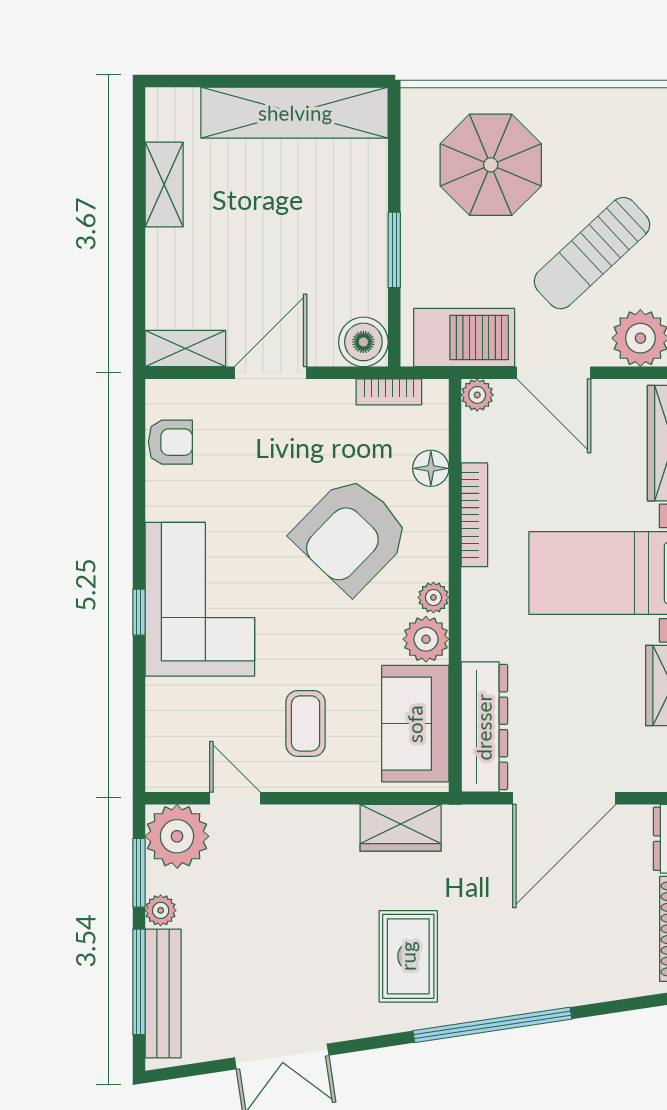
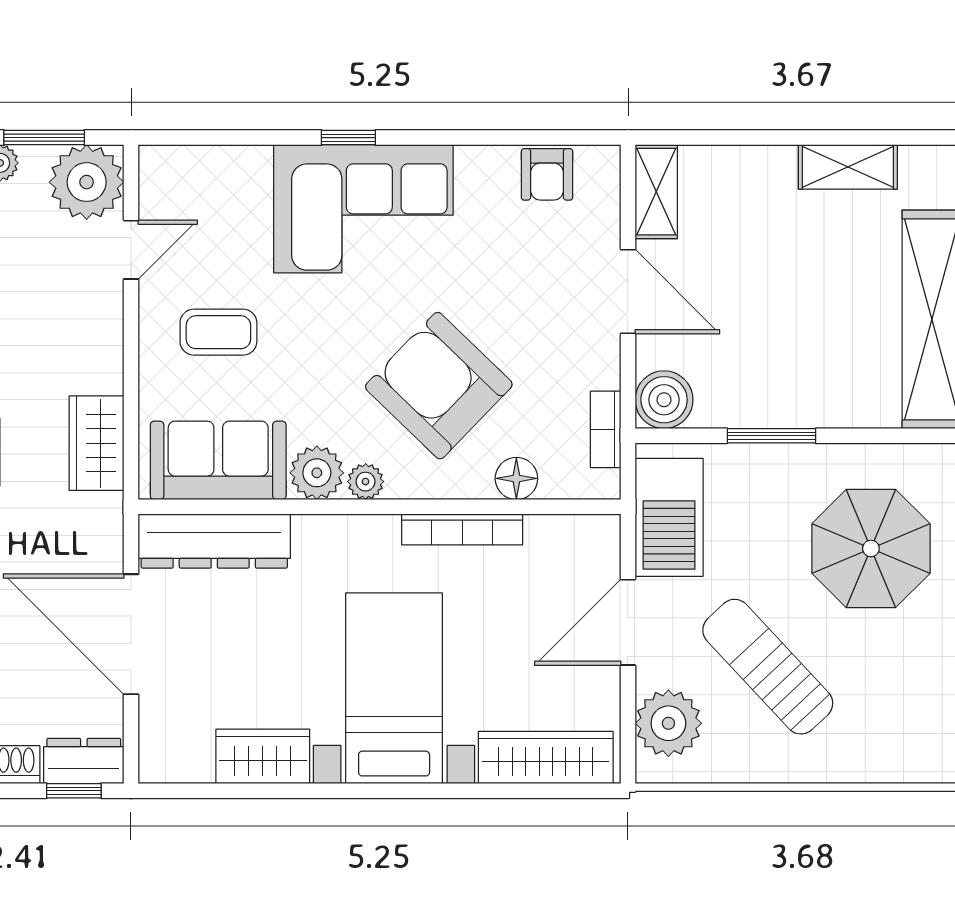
plant: (477, 395) -> (602, 533), removed

